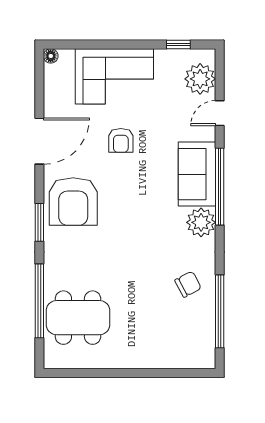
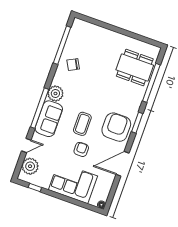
coffee table: (135, 186) -> (82, 124), added

